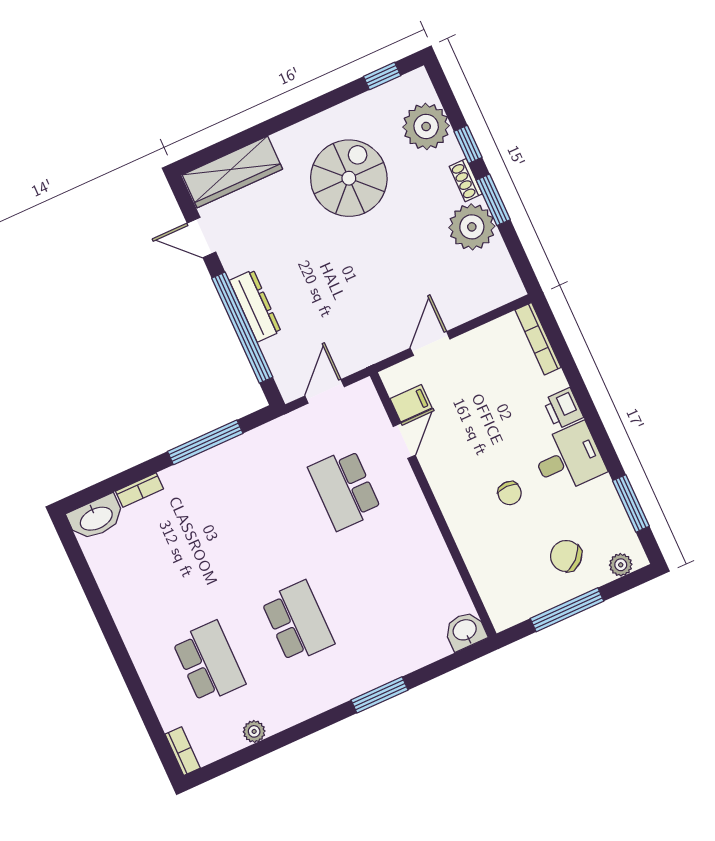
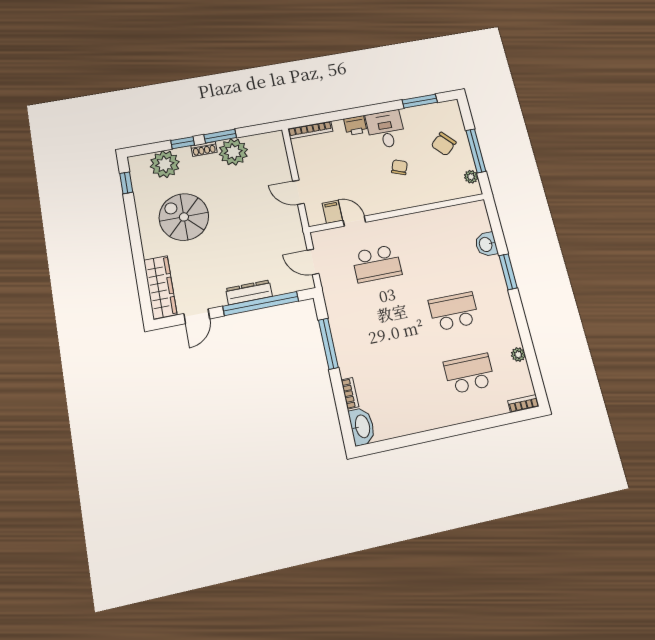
chair: (510, 493) -> (399, 167), turned -69
plant: (621, 565) -> (471, 177), moved
washbasin: (465, 631) -> (486, 244), moved

